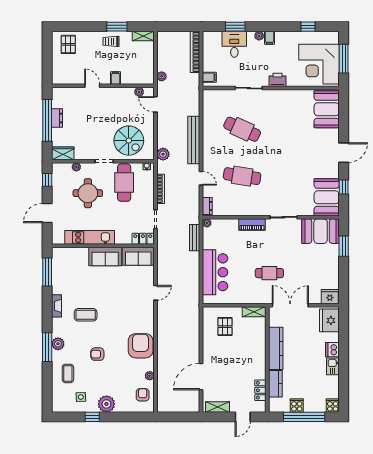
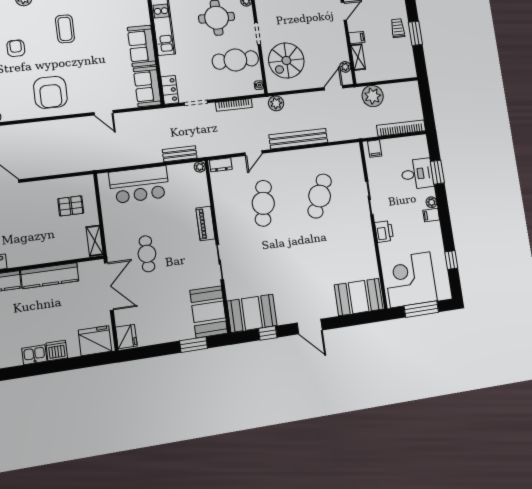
shelving: (143, 36) -> (358, 57), moved
plant: (162, 76) -> (373, 96), width x1.88, depth x1.88
armchair: (141, 346) -> (50, 92), moved, turned 90

